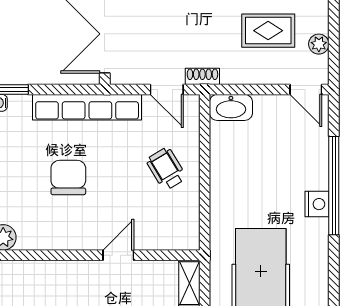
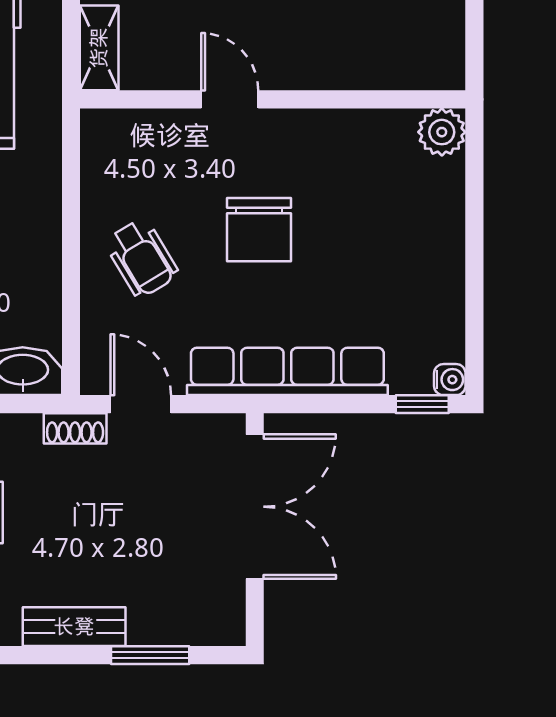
chair: (68, 177) -> (259, 230), moved
door: (118, 255) -> (230, 99), swing flipped

